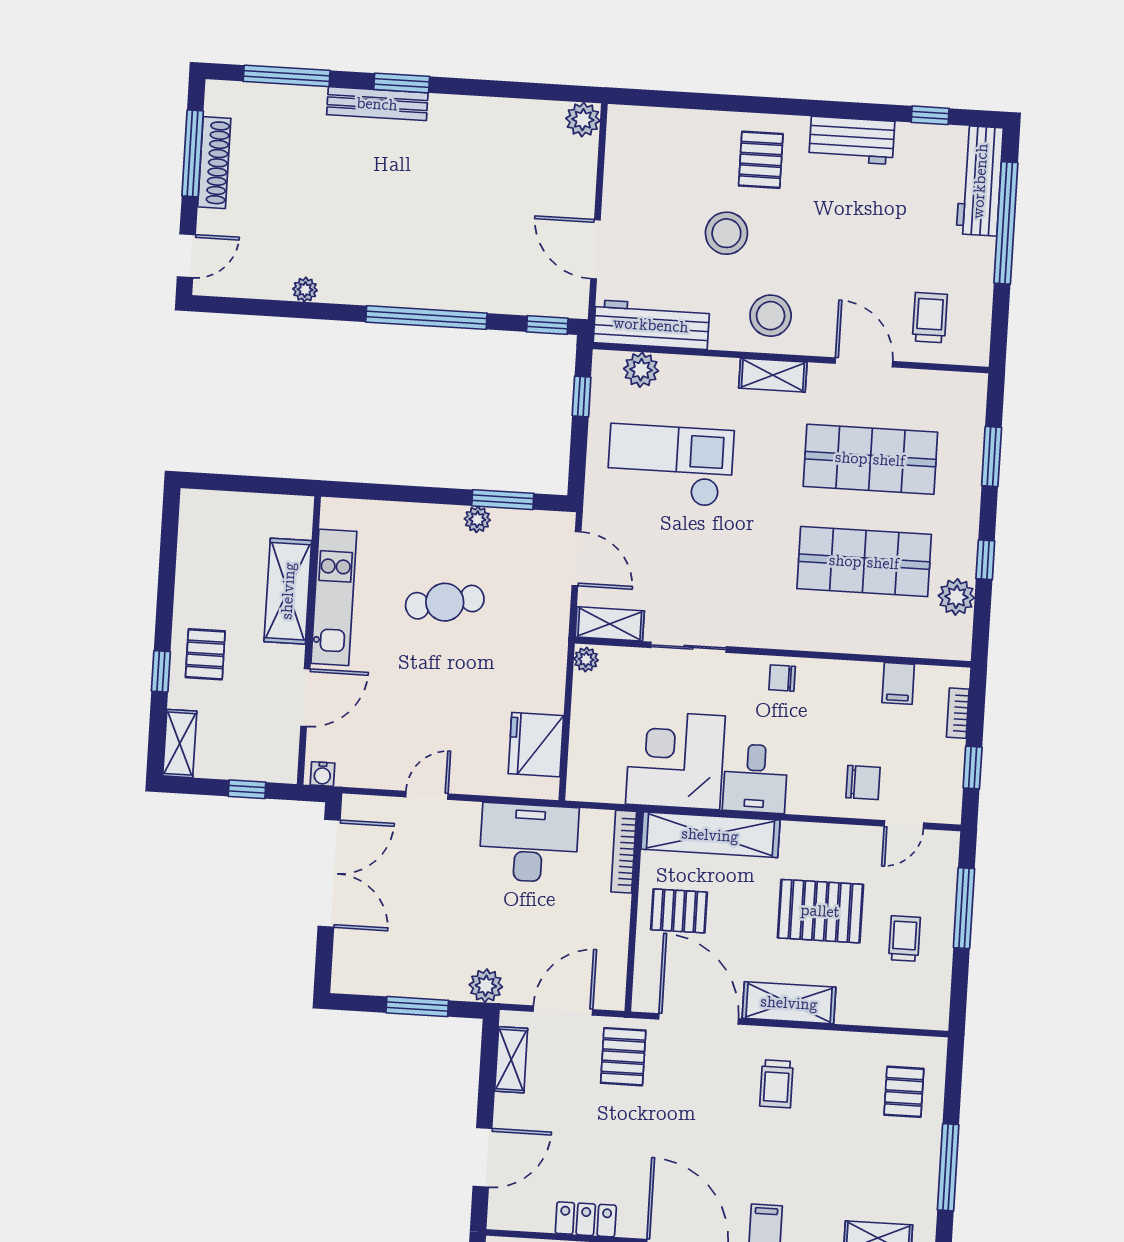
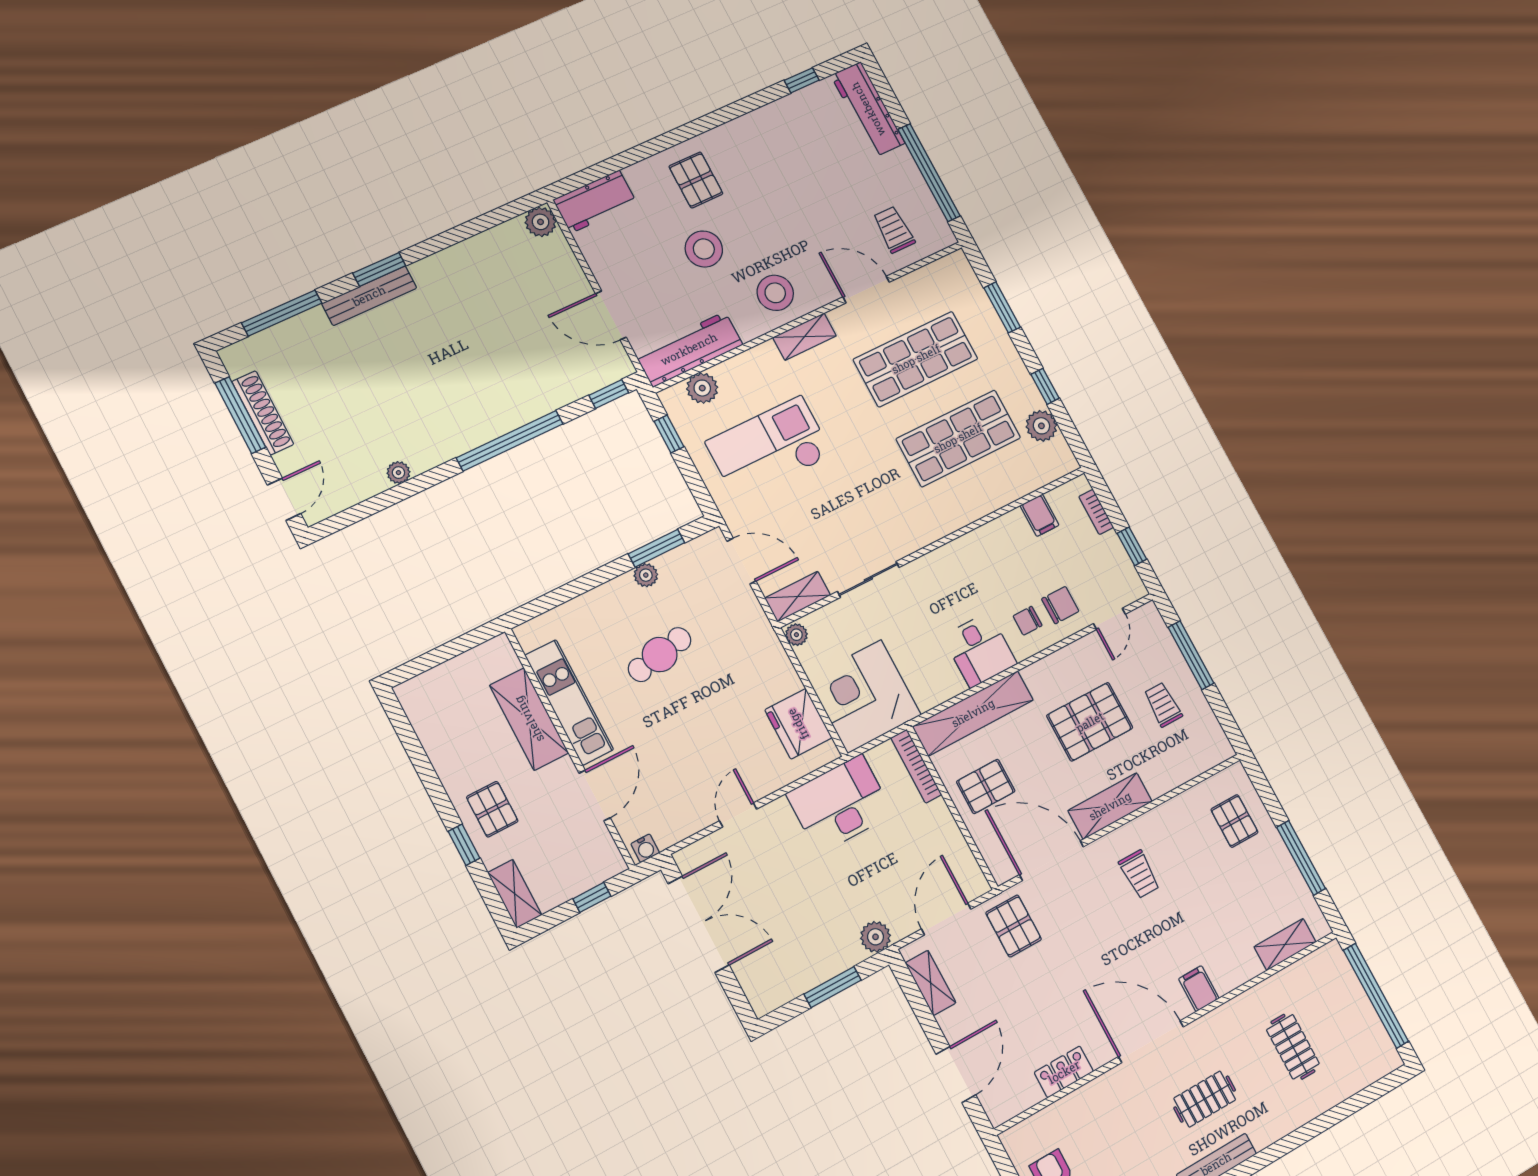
workbench: (852, 140) -> (595, 202), moved
window: (1006, 223) -> (929, 173), moved
chair: (782, 678) -> (1028, 621), moved
corner desk: (675, 760) -> (864, 696), moved

